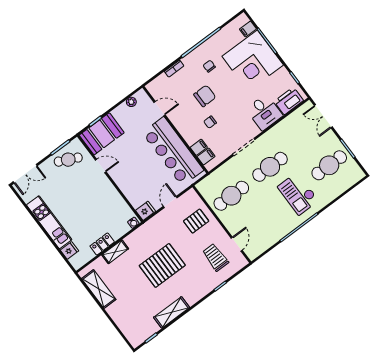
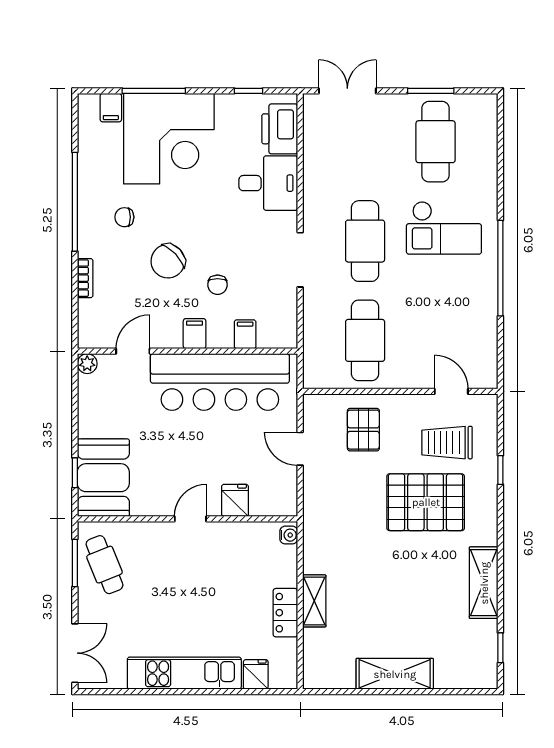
chair: (205, 96) -> (168, 261), turned -133
plant: (131, 102) -> (87, 364), moved
double door: (323, 116) -> (347, 91), swing flipped
filing cabinet: (206, 156) -> (195, 334), moved
cafe table: (68, 160) -> (104, 565), turned -47
door: (101, 166) -> (190, 519), moved
fridge: (146, 211) -> (235, 500), moved
pallet: (162, 265) -> (426, 502), moved, turned 90
shelving: (99, 289) -> (395, 674), moved

